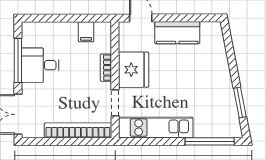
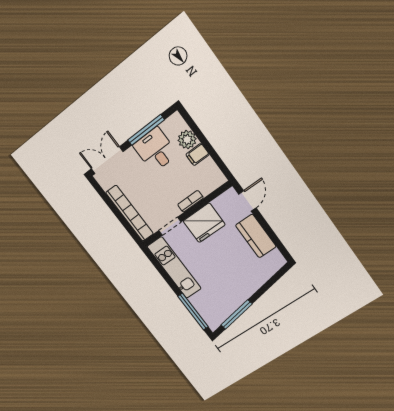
plant: (51, 31) -> (187, 140), added
filing cabinet: (86, 32) -> (197, 154), moved
window: (240, 102) -> (237, 315), width x1.44

